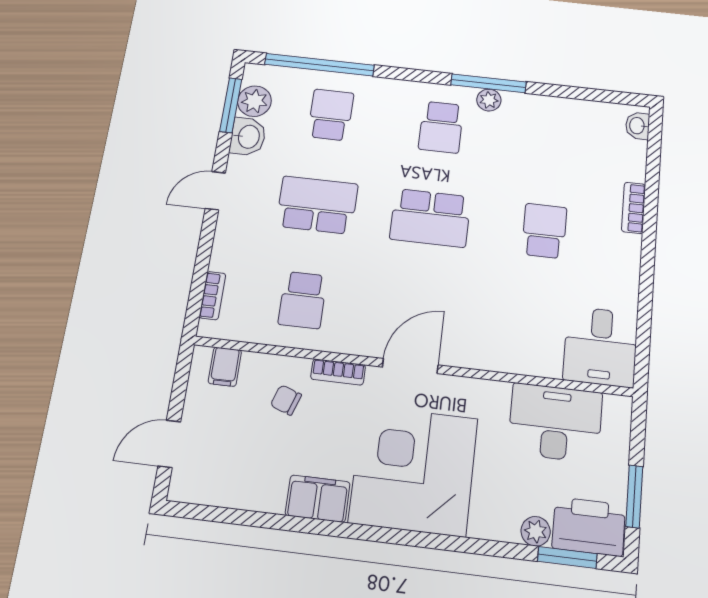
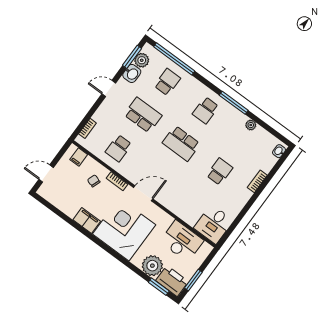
plant: (489, 100) -> (251, 125), moved
plant: (536, 531) -> (152, 266), width x1.88, depth x1.88

